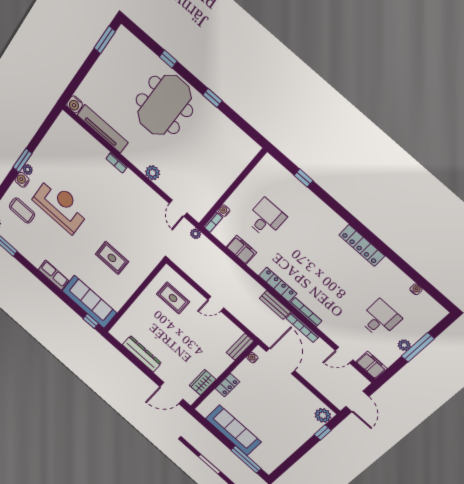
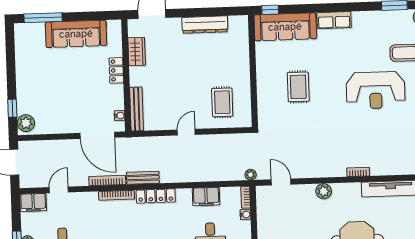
rug: (112, 258) -> (298, 87), turned 90
rug: (173, 298) -> (222, 102), turned 90
bench: (240, 347) -> (137, 109), width x1.36

